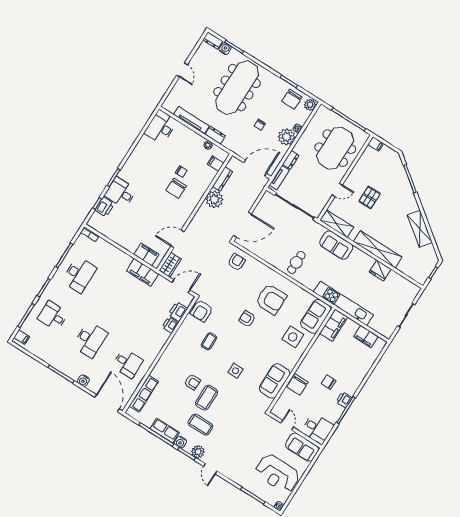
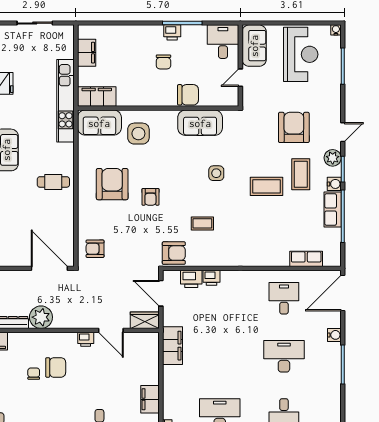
printer: (182, 219) -> (86, 339), added
filing cabinet: (146, 254) -> (150, 399), moved
armchair: (192, 382) -> (294, 127), moved, width x1.88, depth x1.88
row of seats: (144, 394) -> (306, 259), width x0.68

